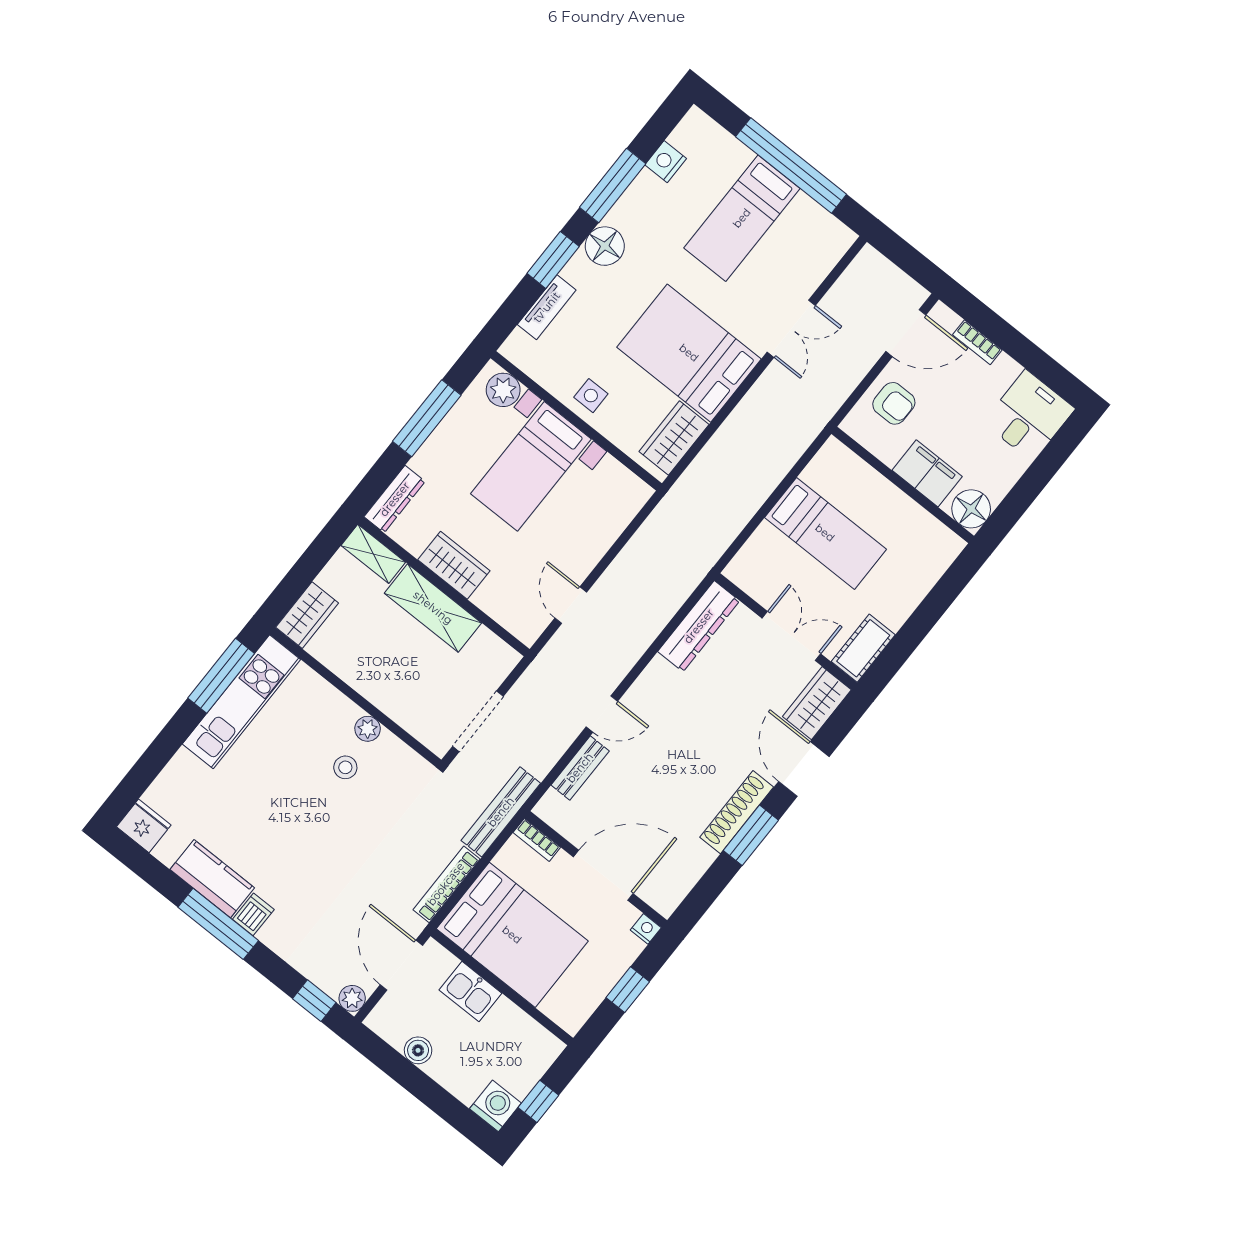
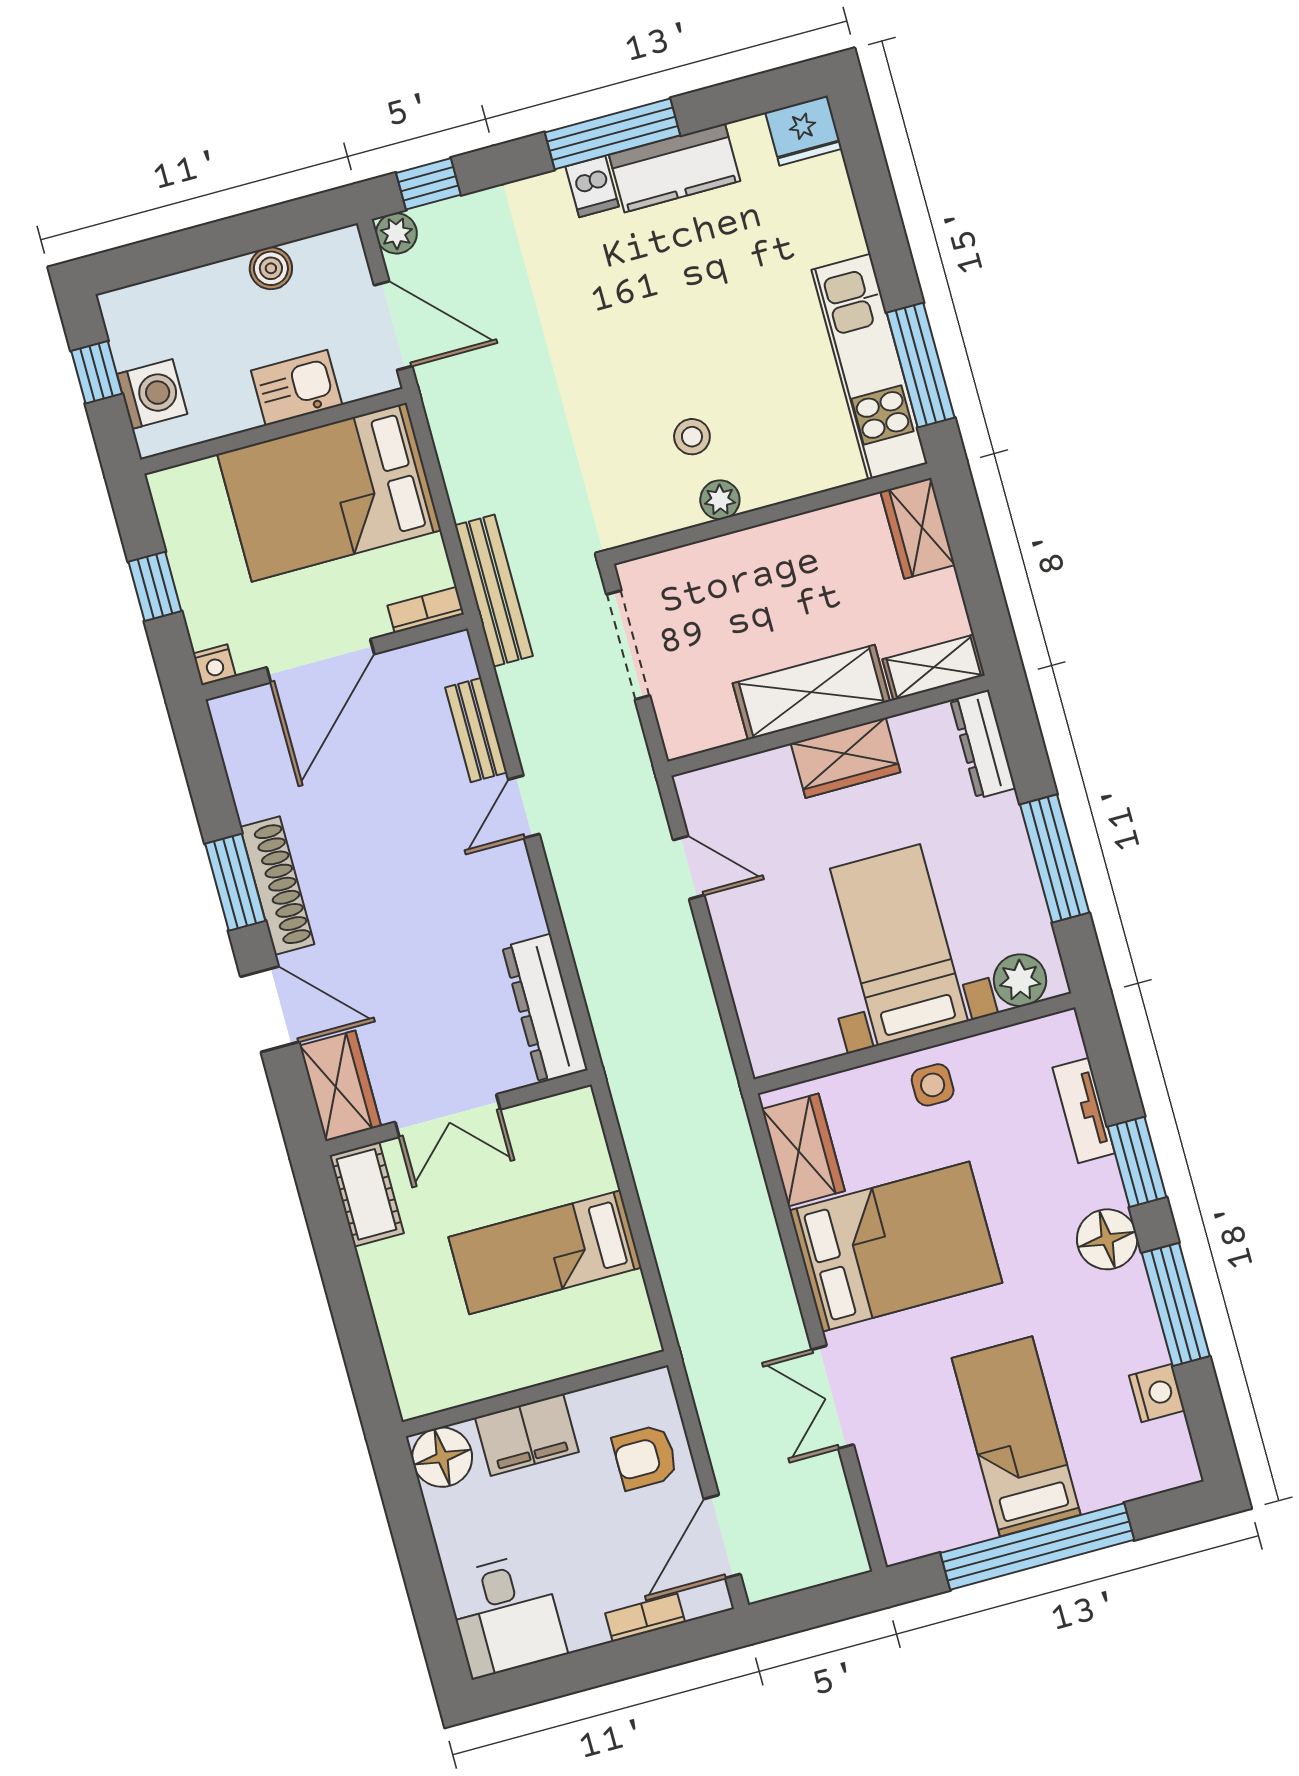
bookcase: (446, 884) -> (453, 456), removed
washing machine: (495, 1106) -> (152, 394), moved, turned -90

